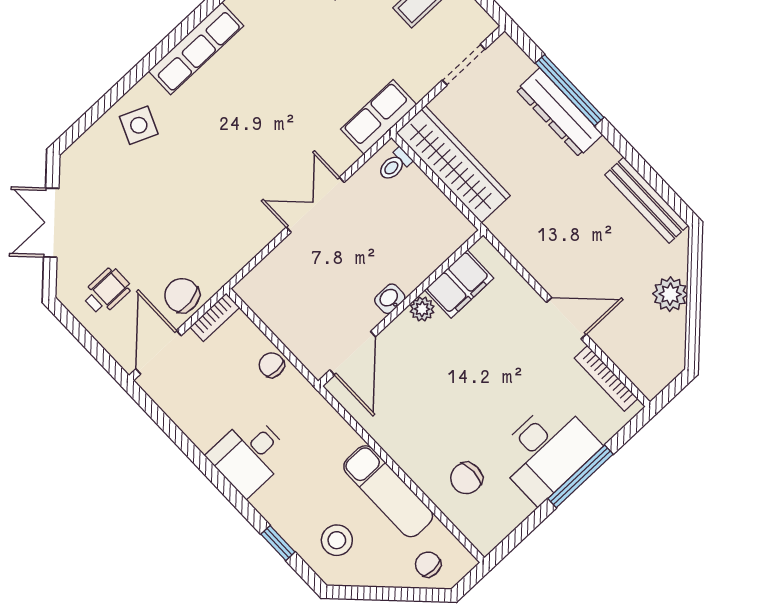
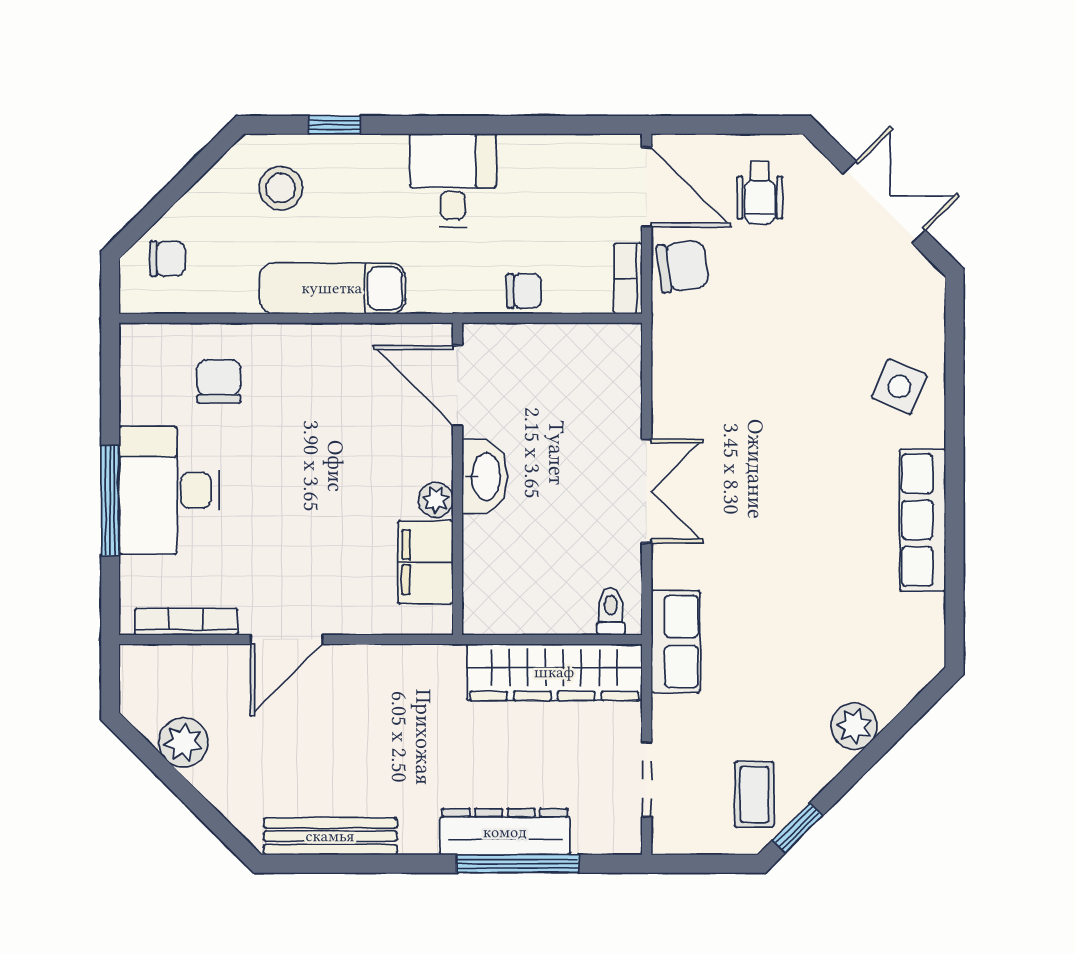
plant: (670, 294) -> (183, 742), moved
washbasin: (390, 299) -> (485, 477), width x1.91, depth x1.45
exam couch: (388, 491) -> (332, 288), moved

